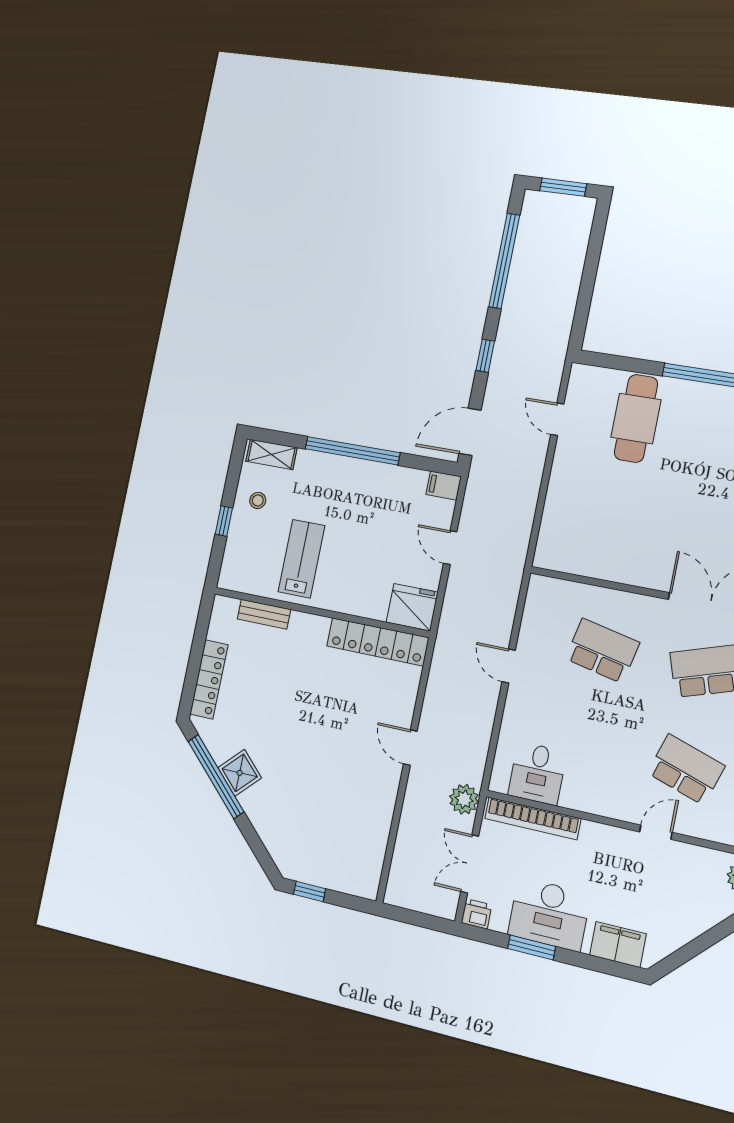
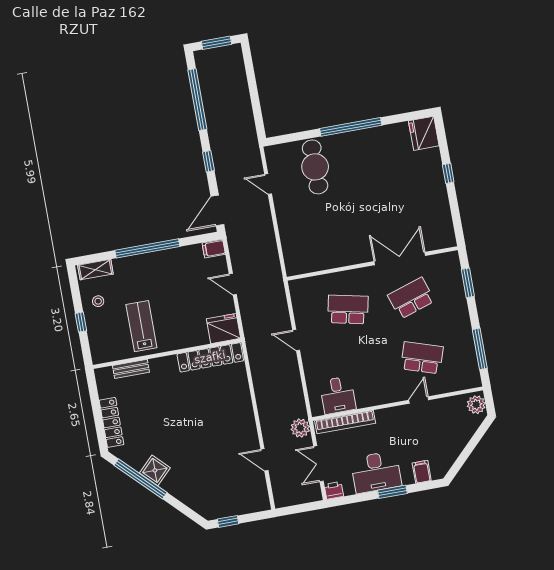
door: (410, 748) -> (264, 460), moved
filing cabinet: (618, 944) -> (422, 472), width x0.50
window: (532, 948) -> (392, 492), moved

